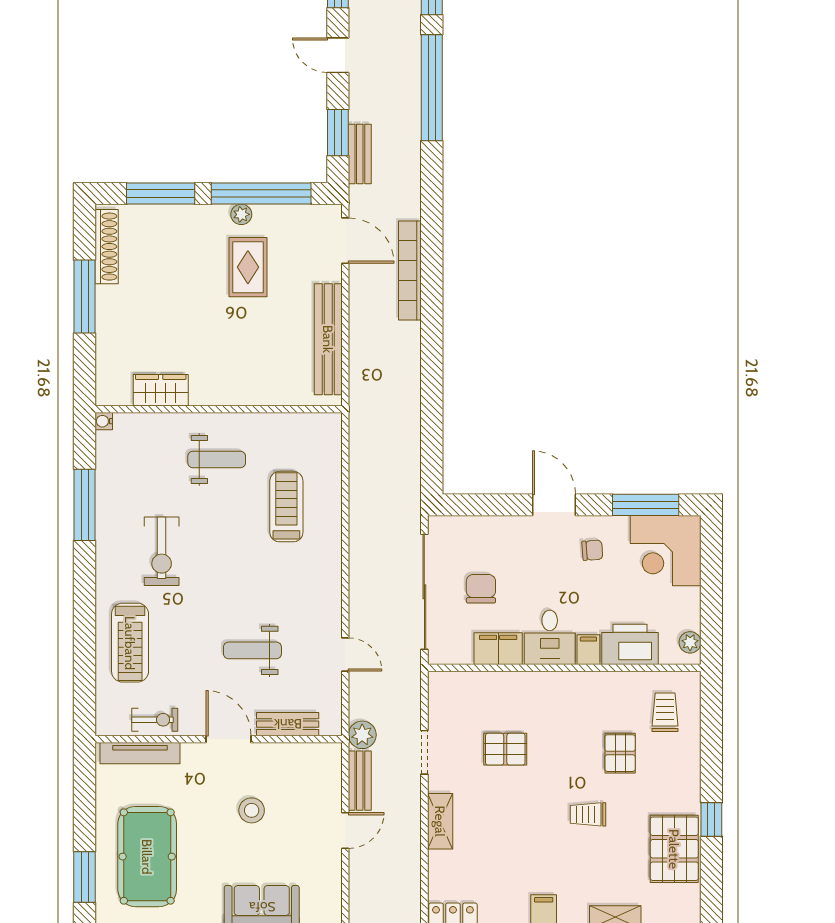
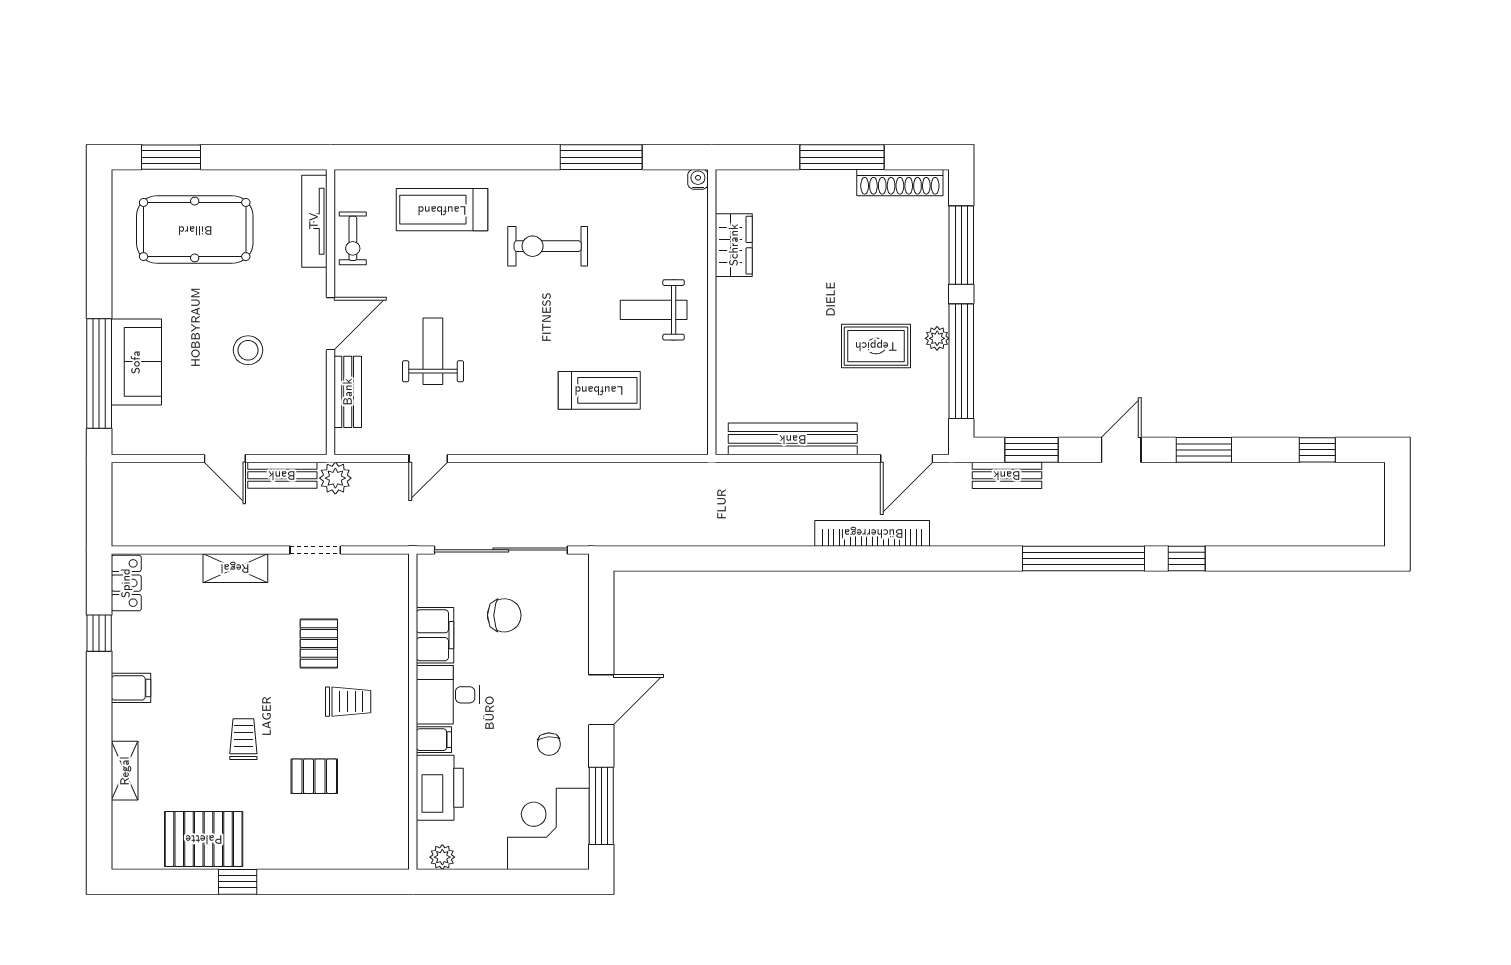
weight bench: (217, 460) -> (654, 310), turned 90
trolley: (665, 712) -> (348, 702), moved

